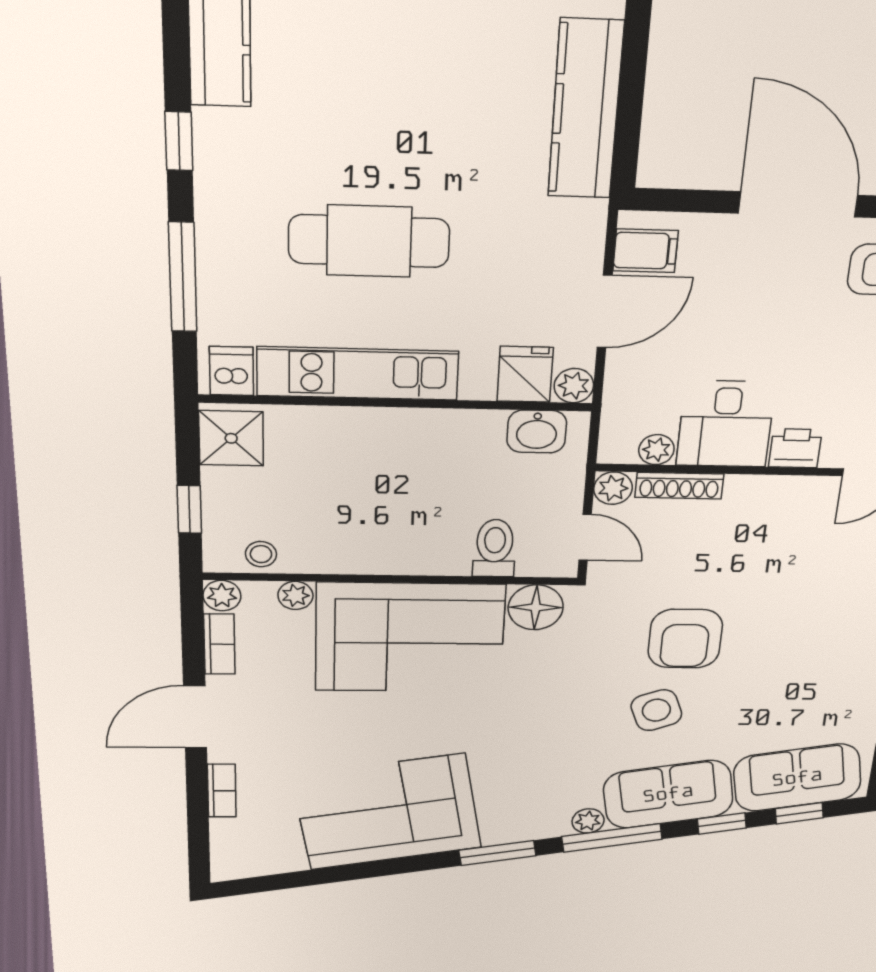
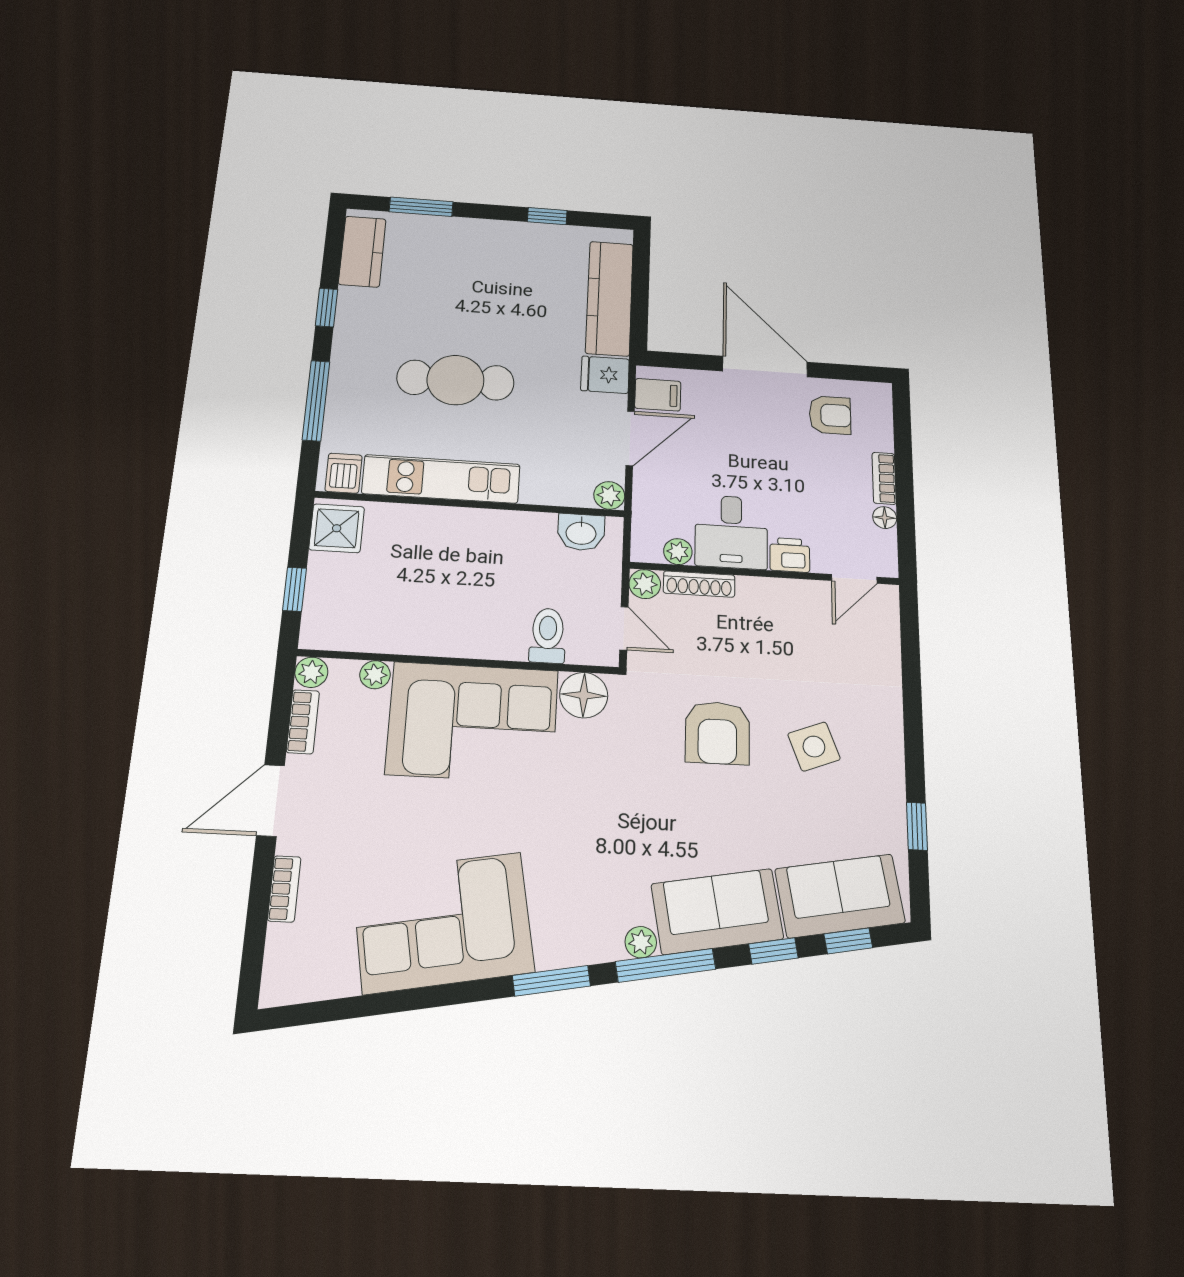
fridge: (525, 374) -> (605, 375), moved, turned -90
stool: (261, 554) -> (349, 633), removed
side table: (656, 710) -> (814, 747), moved

